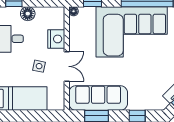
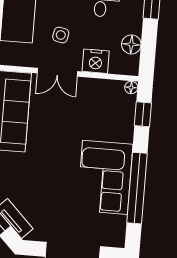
floor lamp: (28, 14) -> (131, 44), moved
corner sofa: (132, 32) -> (105, 177), width x0.73, depth x0.74

